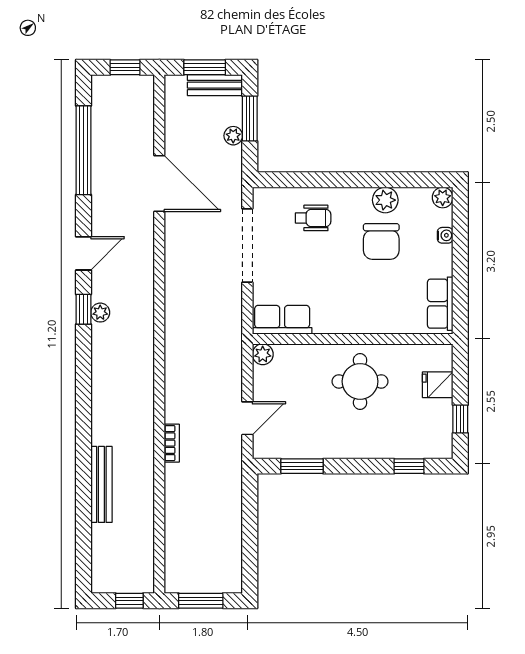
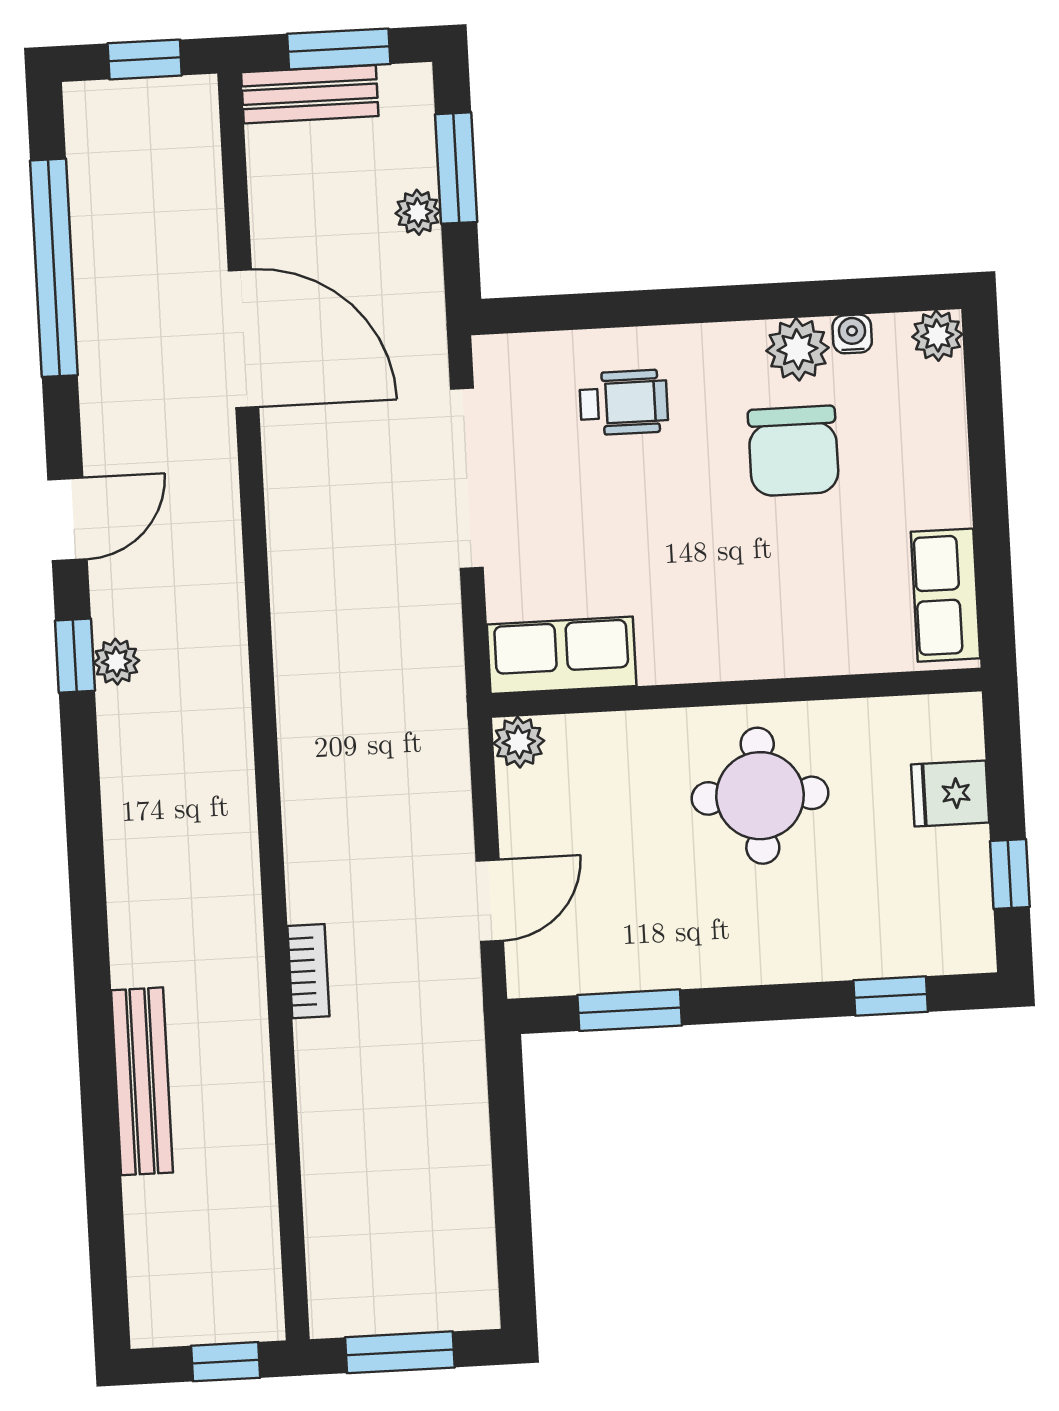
bench: (215, 85) -> (310, 94), moved
water cooler: (445, 235) -> (852, 334), moved, turned -90

